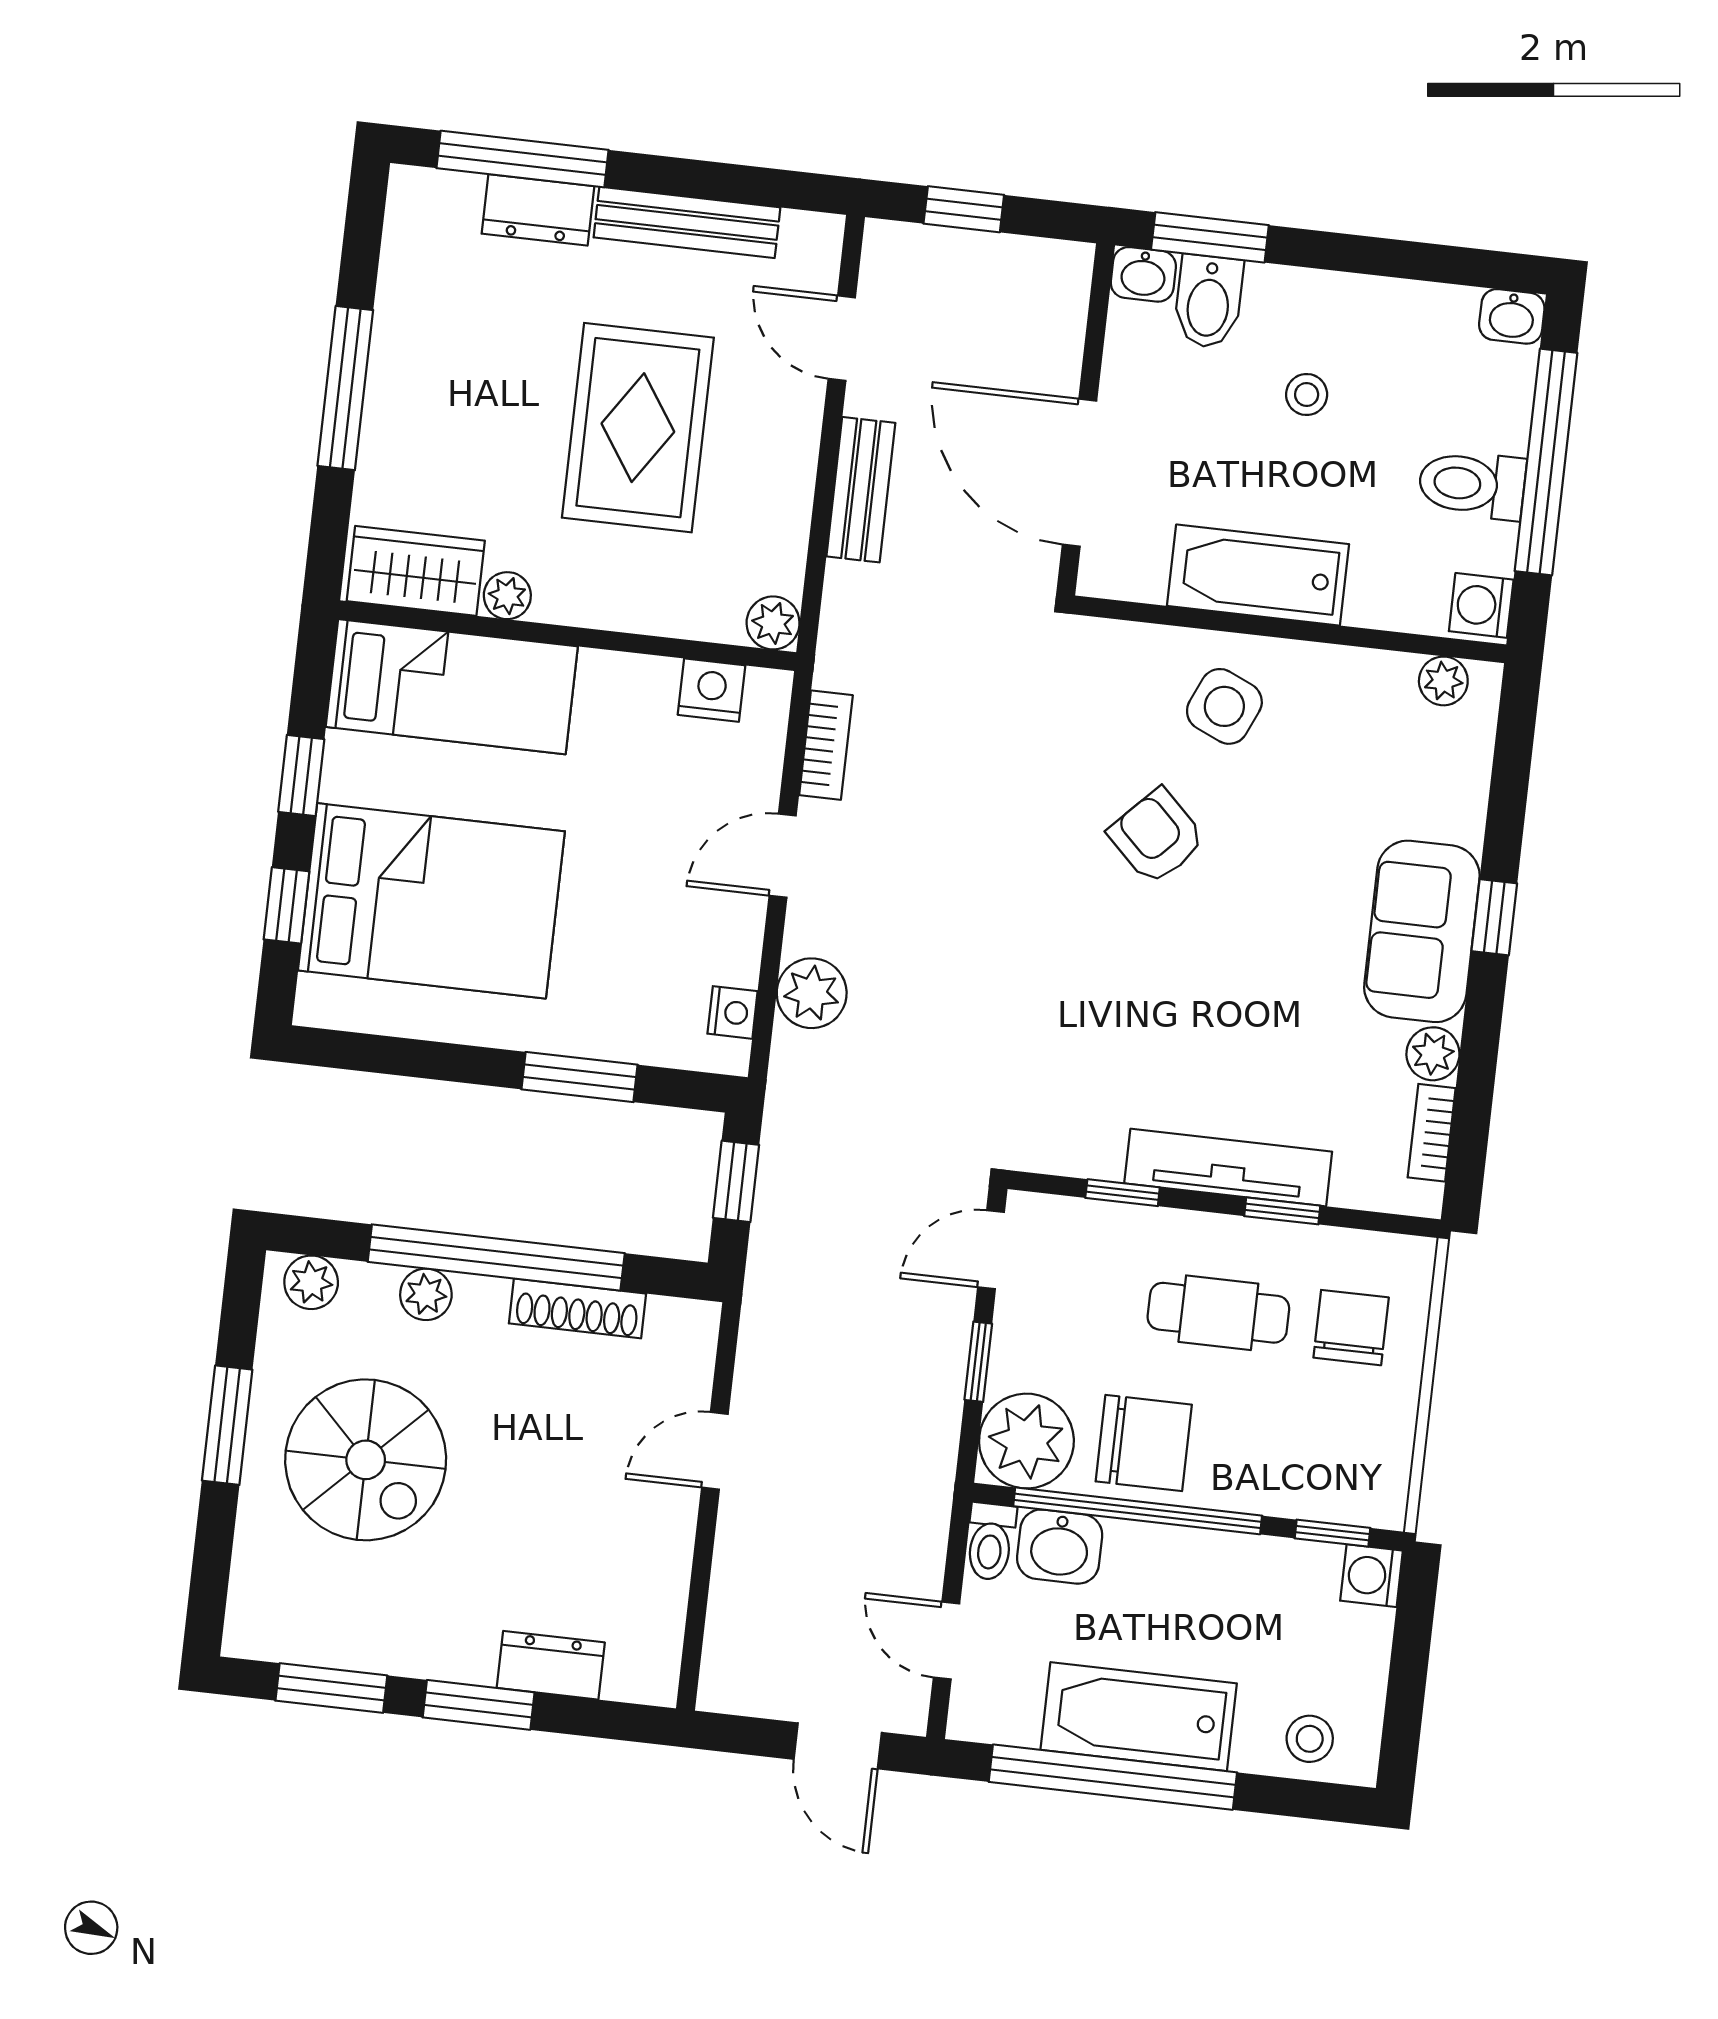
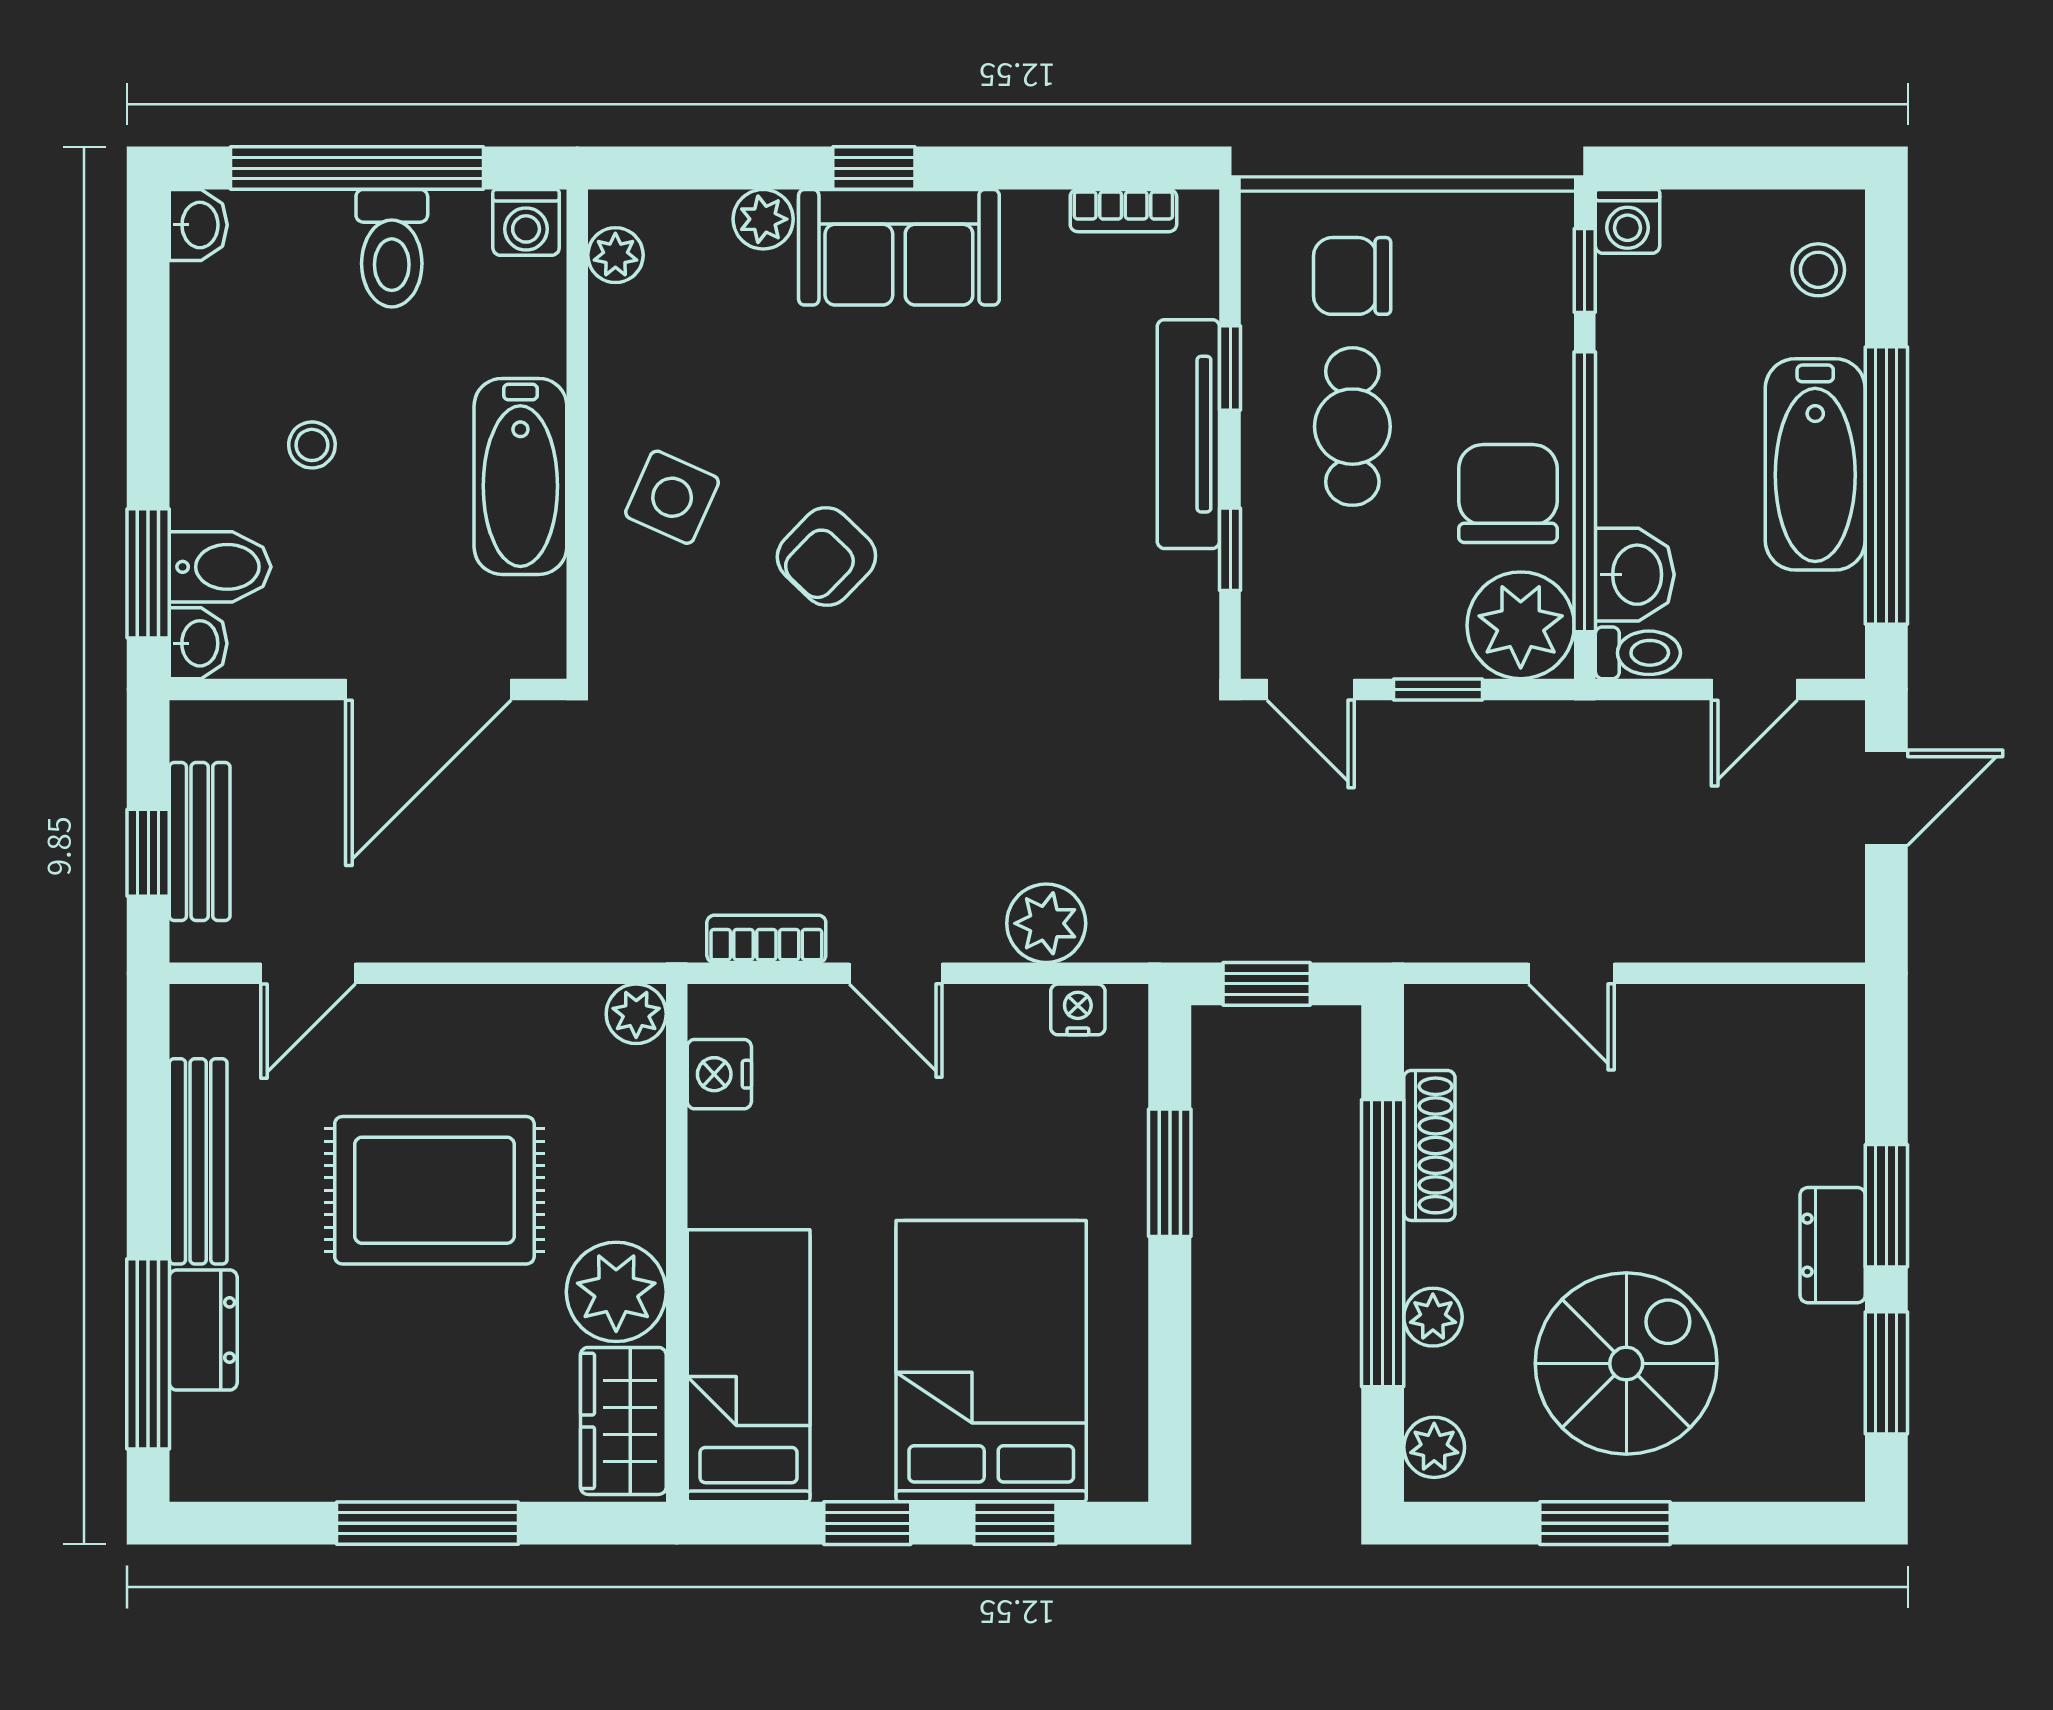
bench: (861, 490) -> (200, 842), moved, turned 90
plant: (507, 596) -> (616, 1292), width x1.88, depth x1.88
plant: (1433, 1054) -> (763, 219), moved
dresser: (551, 1665) -> (1833, 1245), moved

